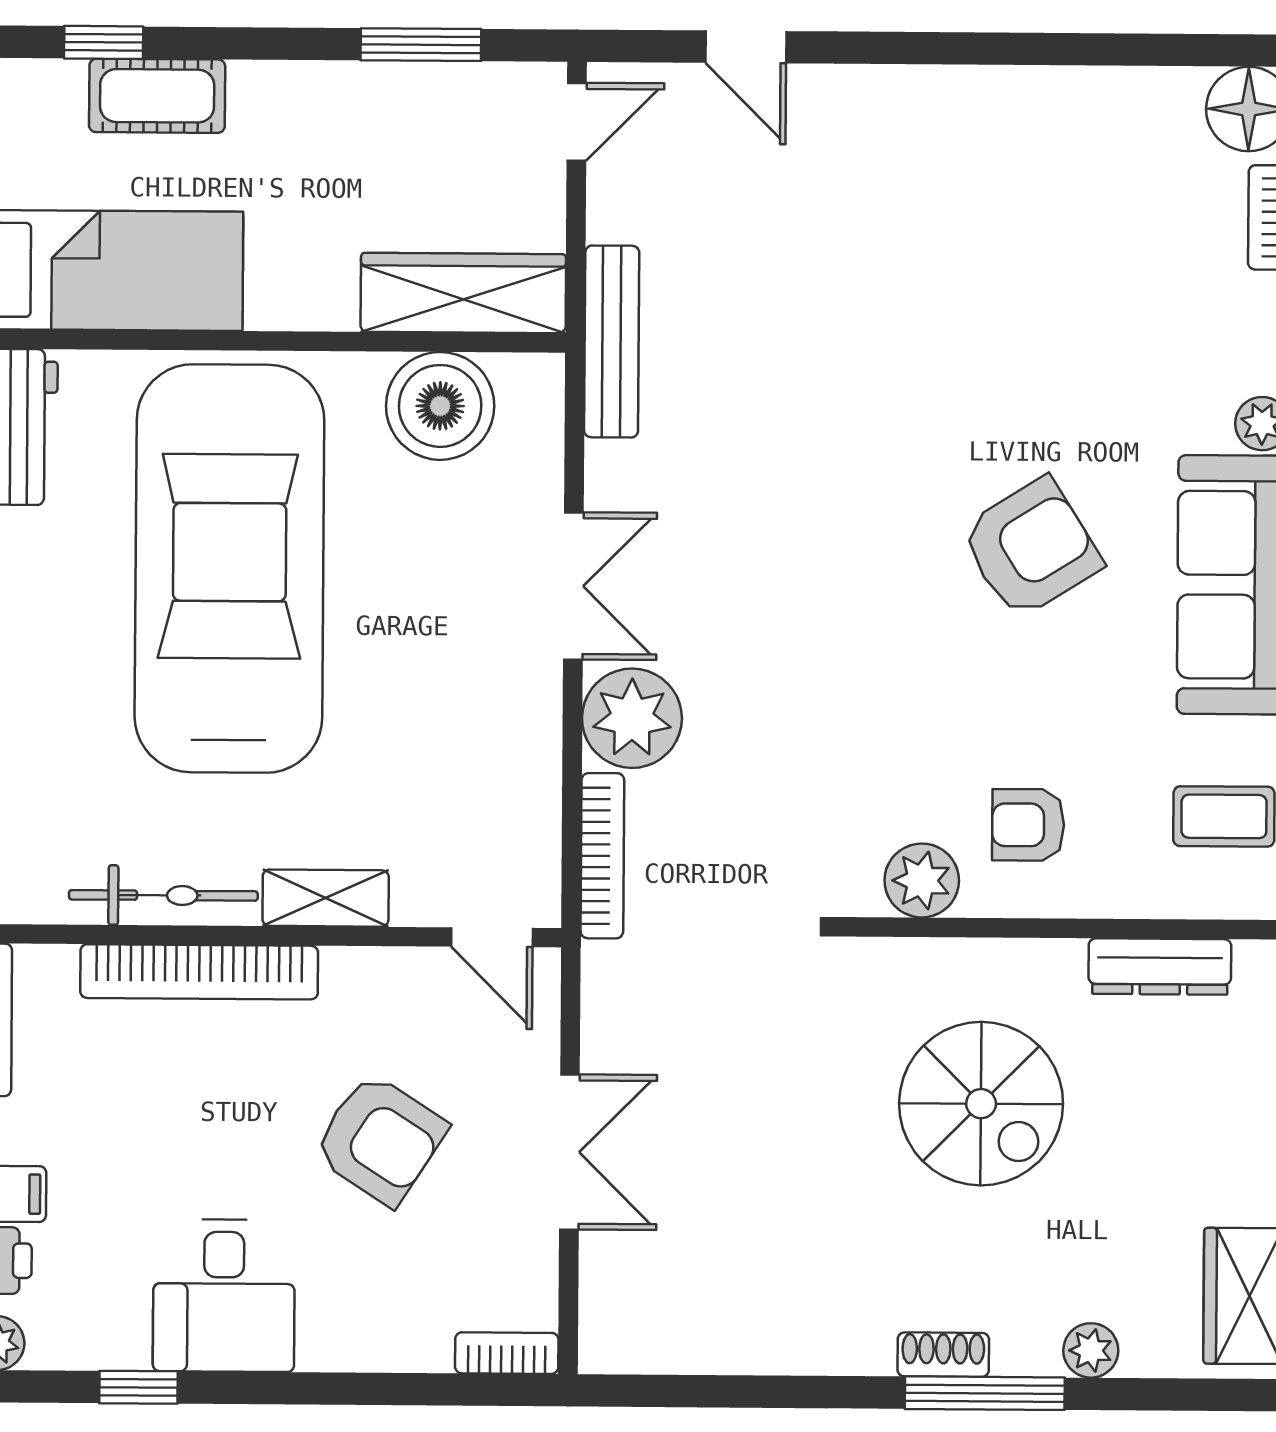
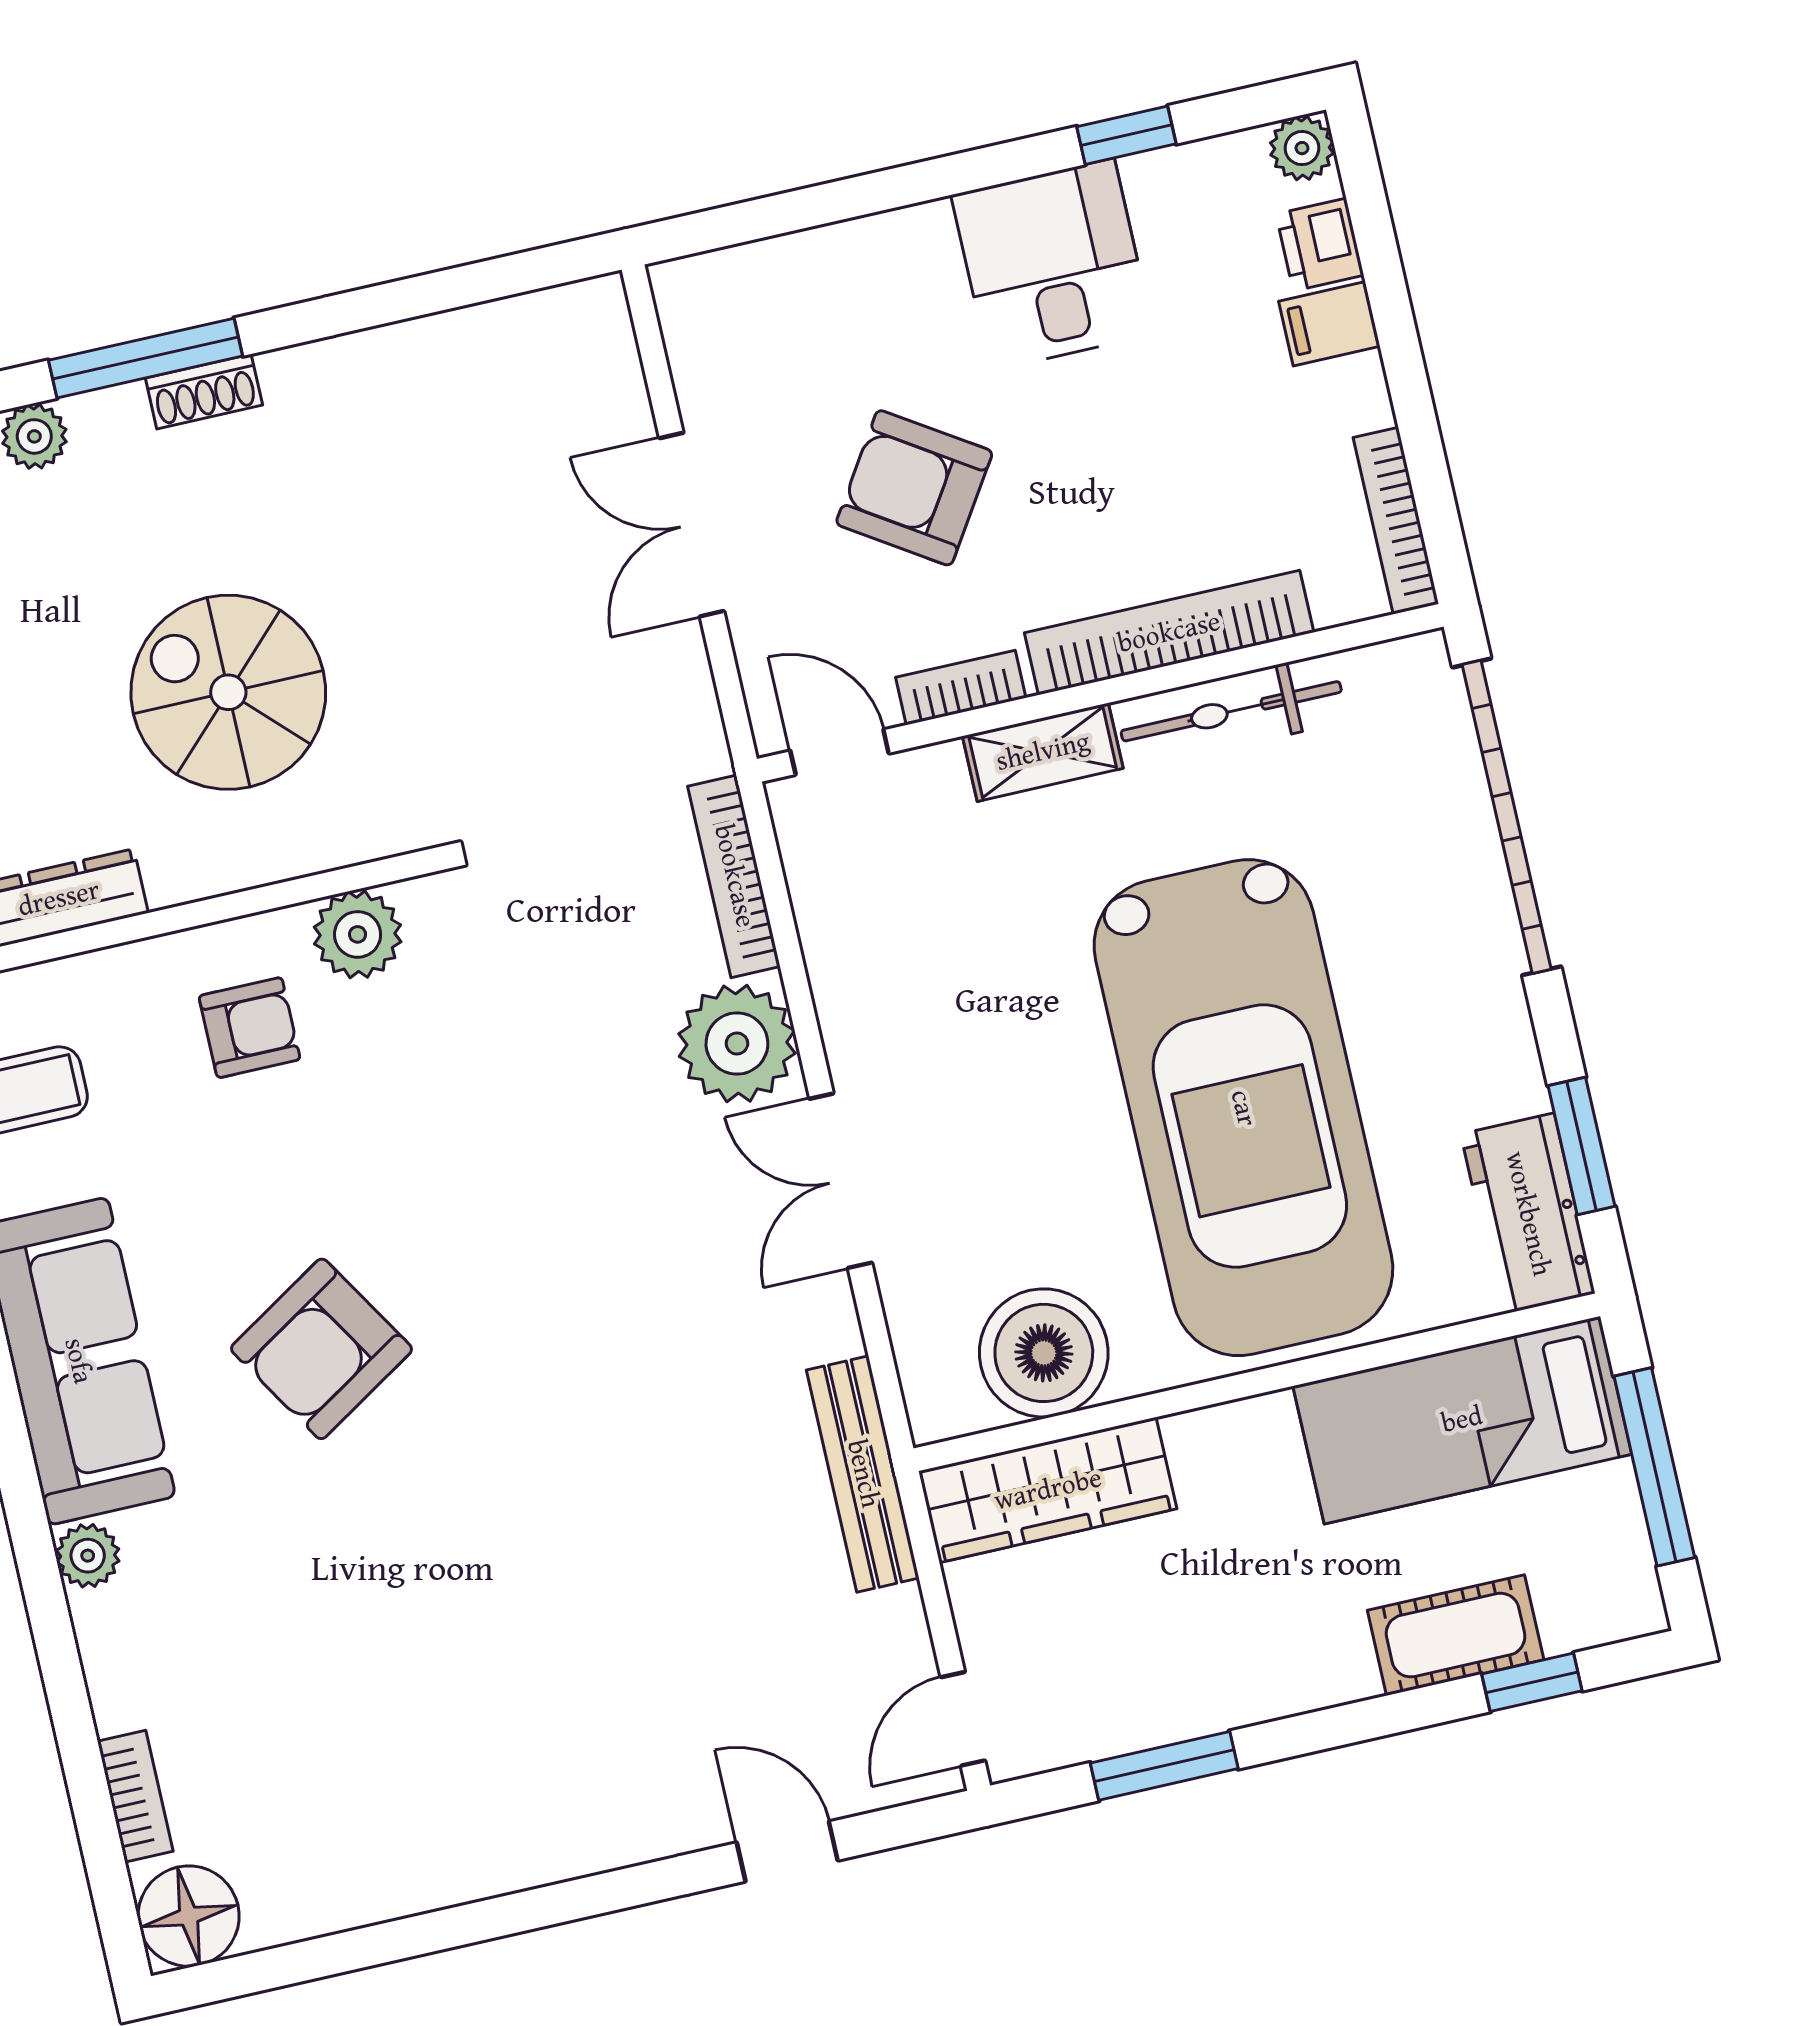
bookcase: (507, 1353) -> (961, 688), moved, turned 180

